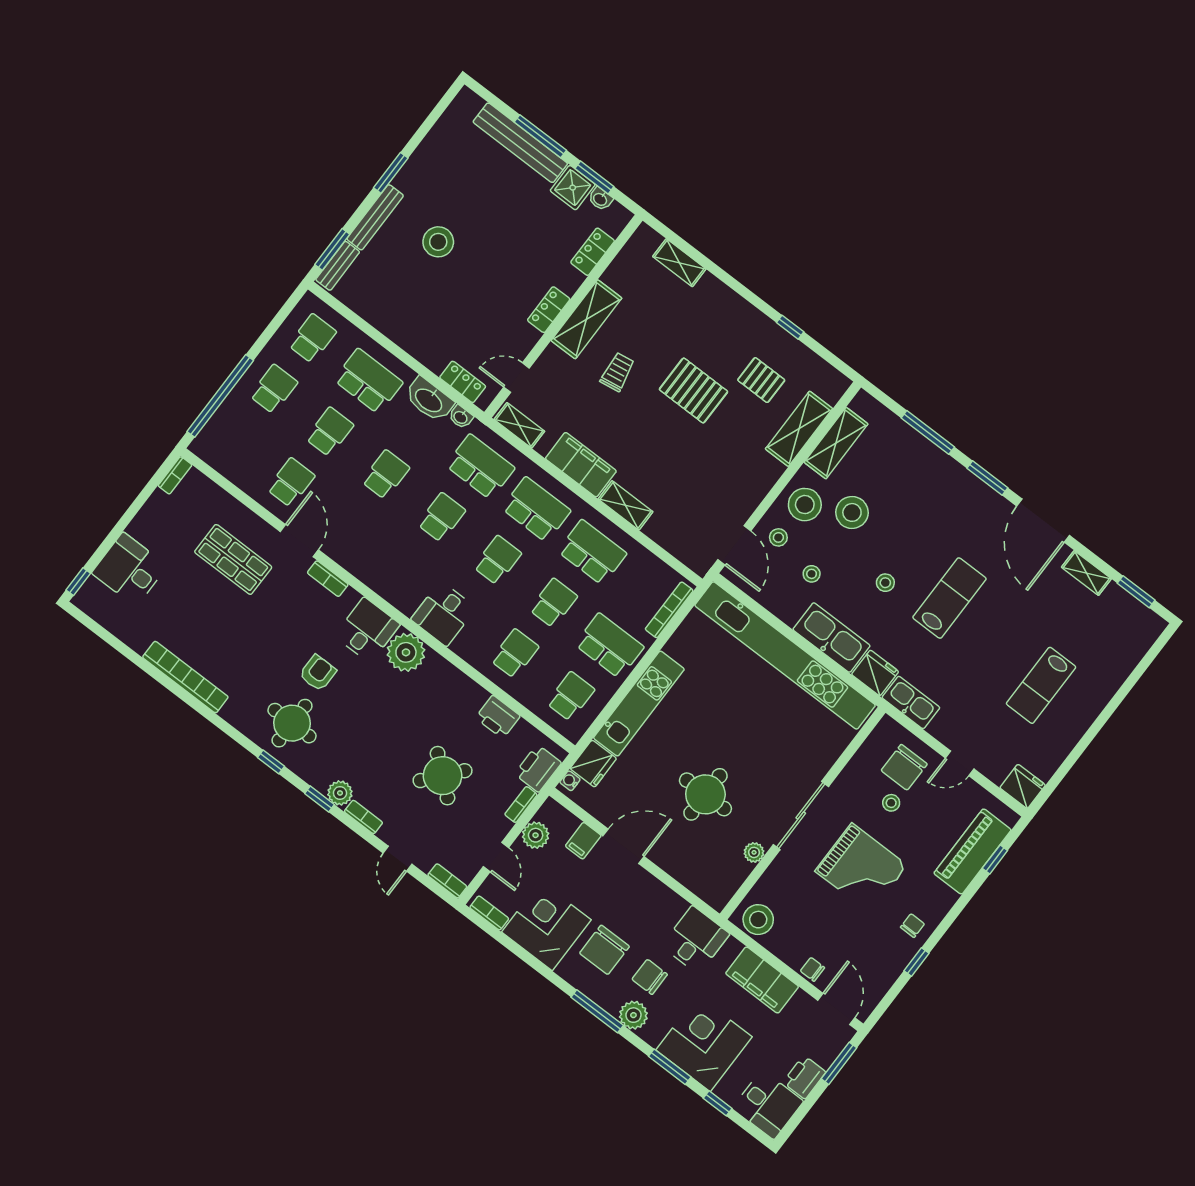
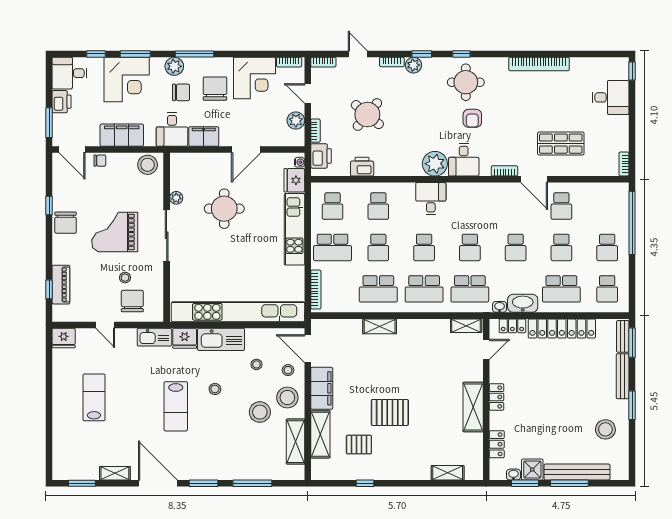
stool: (438, 242) -> (605, 429), moved
locker: (405, 332) -> (562, 328), added
trolley: (617, 372) -> (436, 392), removed
filing cabinet: (581, 465) -> (322, 388), moved, turned -90
door: (960, 763) -> (105, 325), swing flipped
filing cabinet: (583, 841) -> (204, 136), moved, width x2.00
piano: (972, 851) -> (61, 285), width x0.73, depth x0.75
chair: (912, 926) -> (66, 223), width x1.87, depth x1.87

